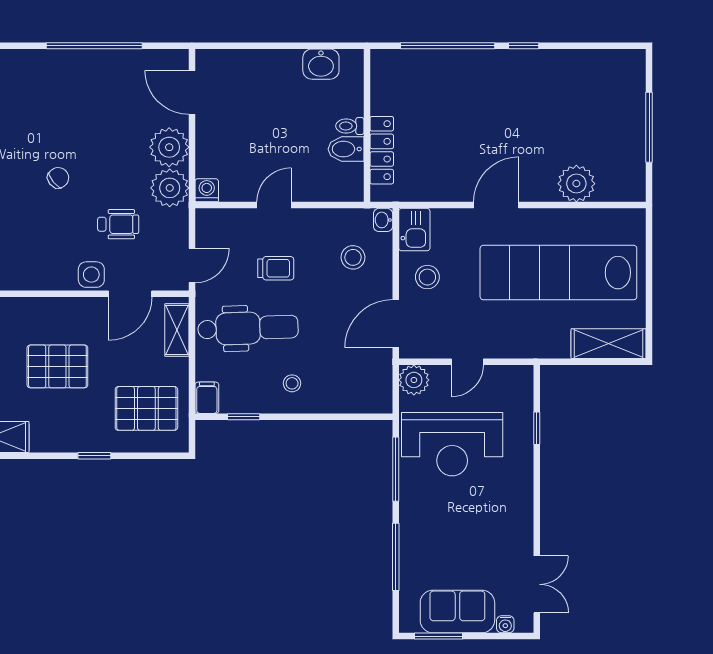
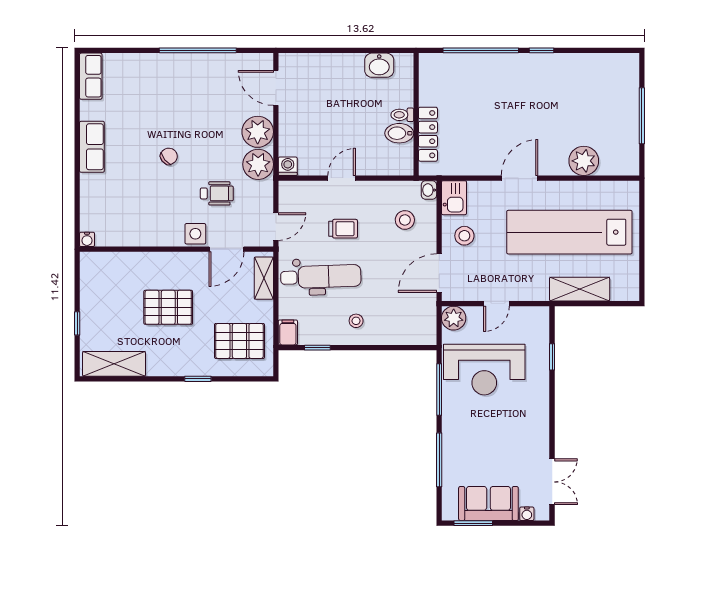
shelving: (609, 344) -> (580, 289), moved

